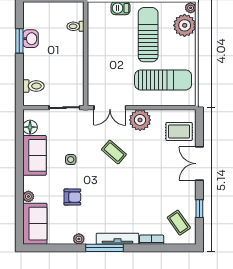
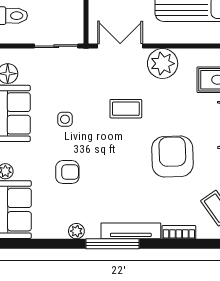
double door: (110, 108) -> (120, 46), swing flipped
coffee table: (114, 152) -> (126, 109), turned -41
armchair: (147, 186) -> (172, 156), added

